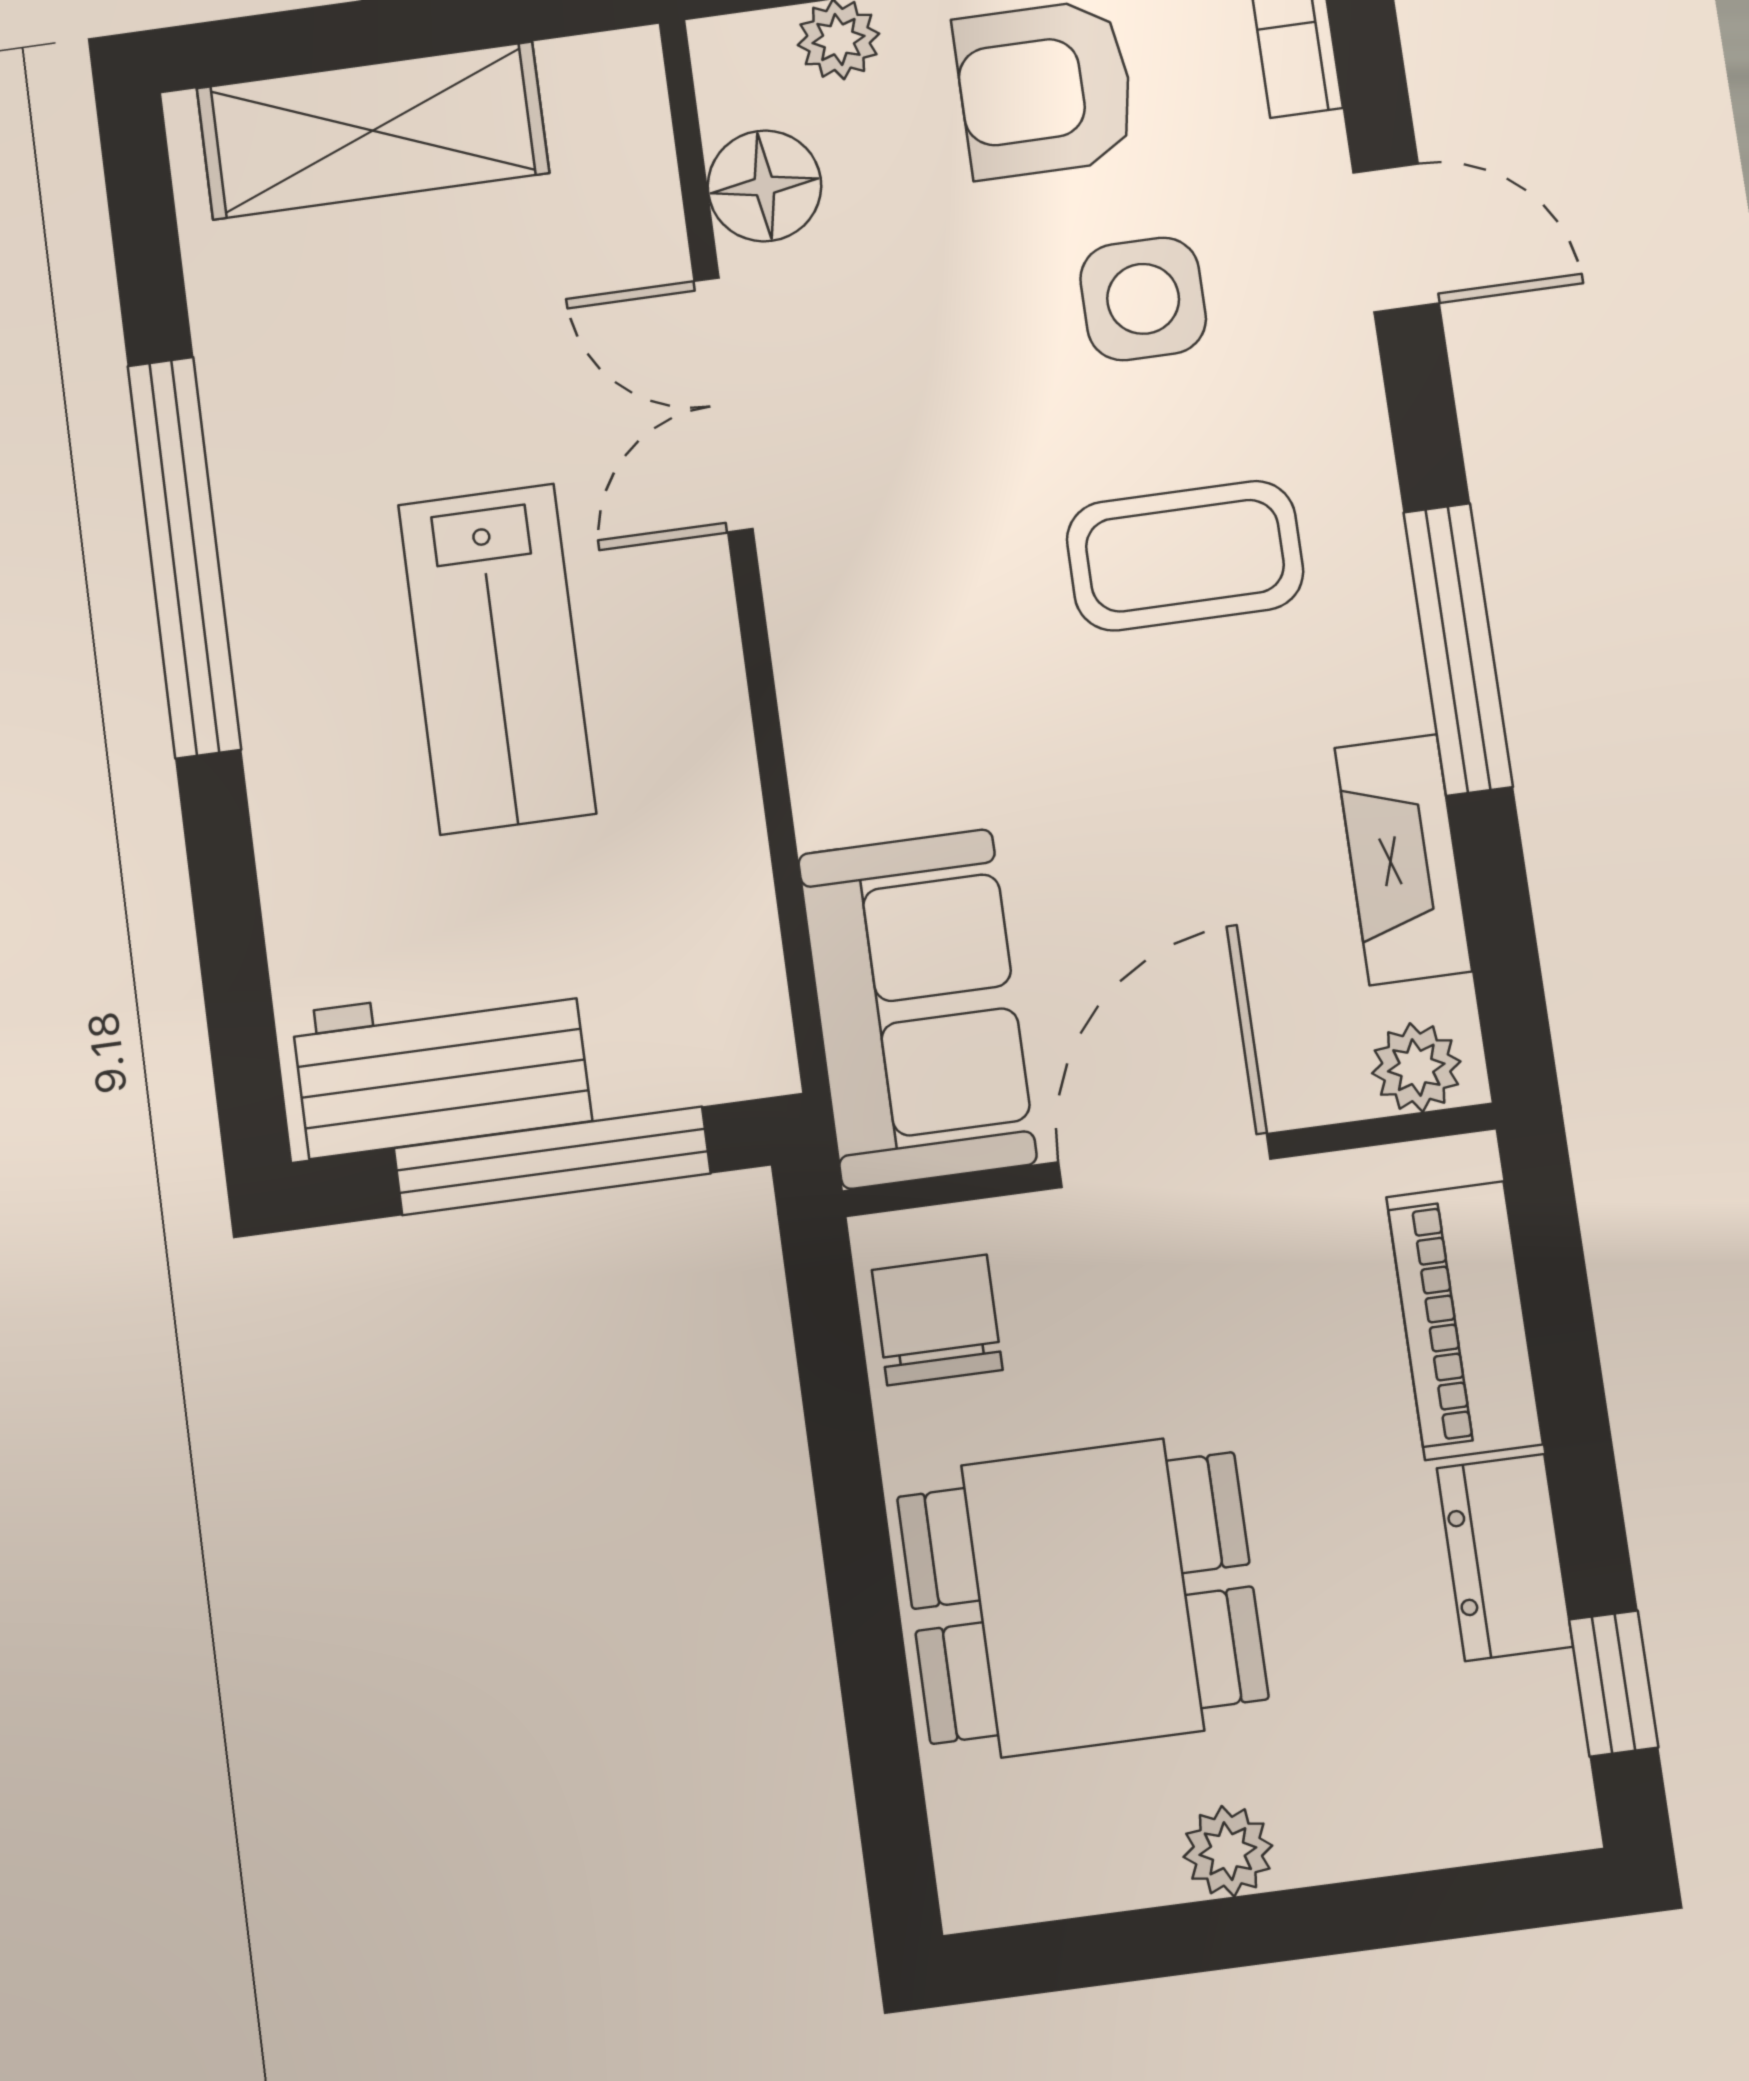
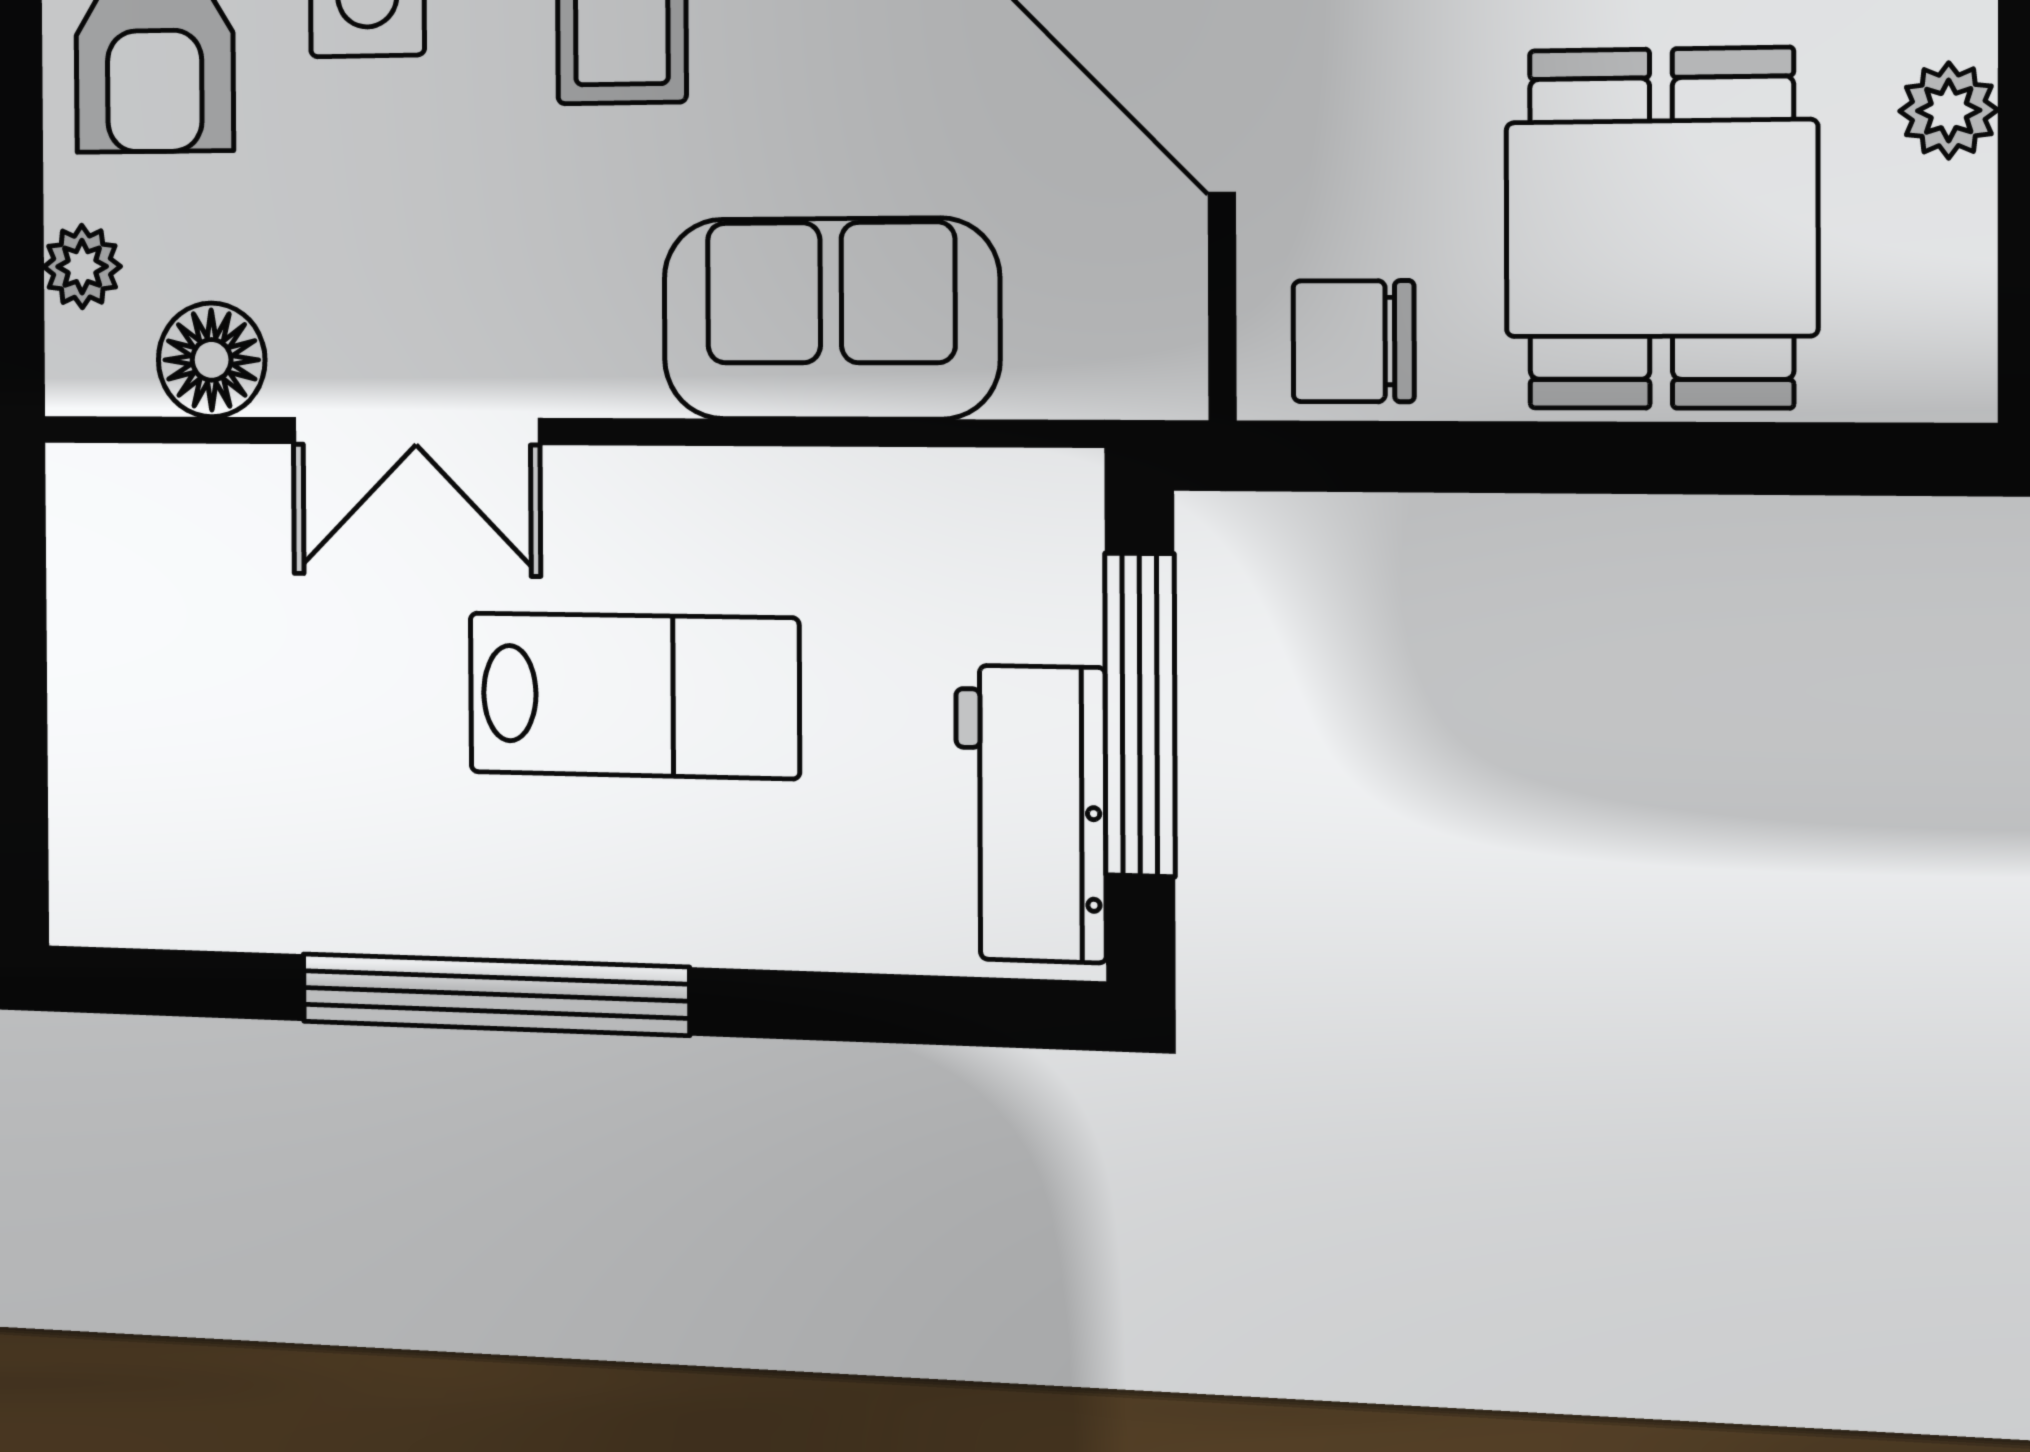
shelving: (373, 131) -> (110, 742), removed
sofa: (917, 1009) -> (831, 319), moved

